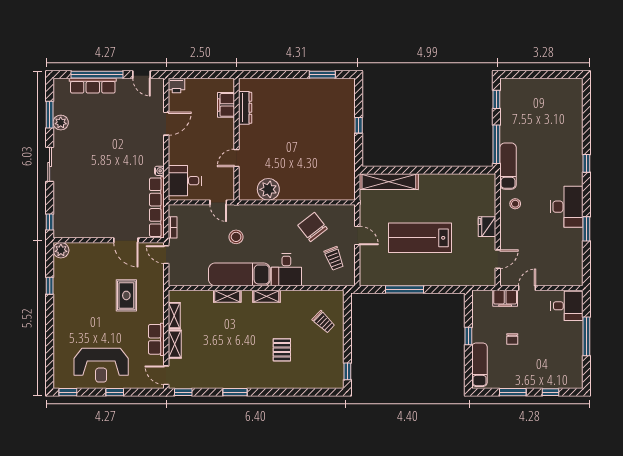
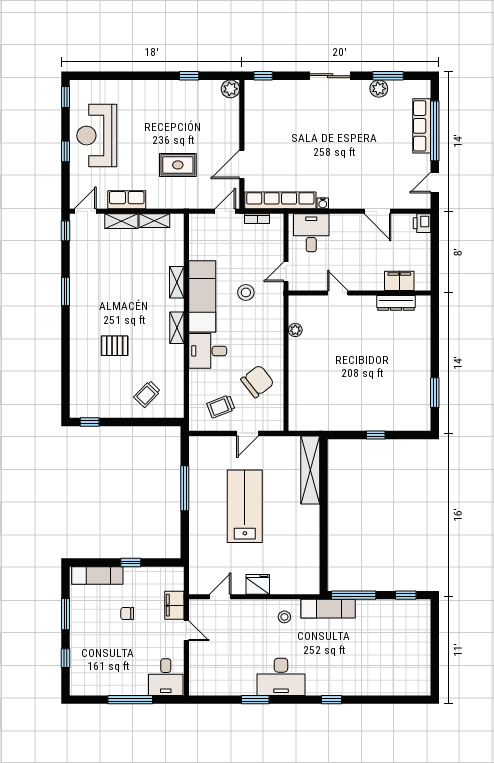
plant: (268, 189) -> (295, 330), width x0.53, depth x0.53
door: (498, 259) -> (220, 597), swing flipped

